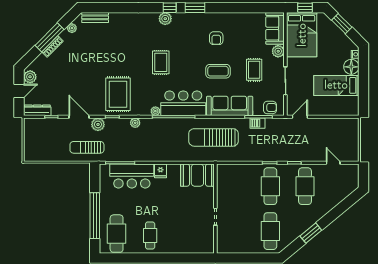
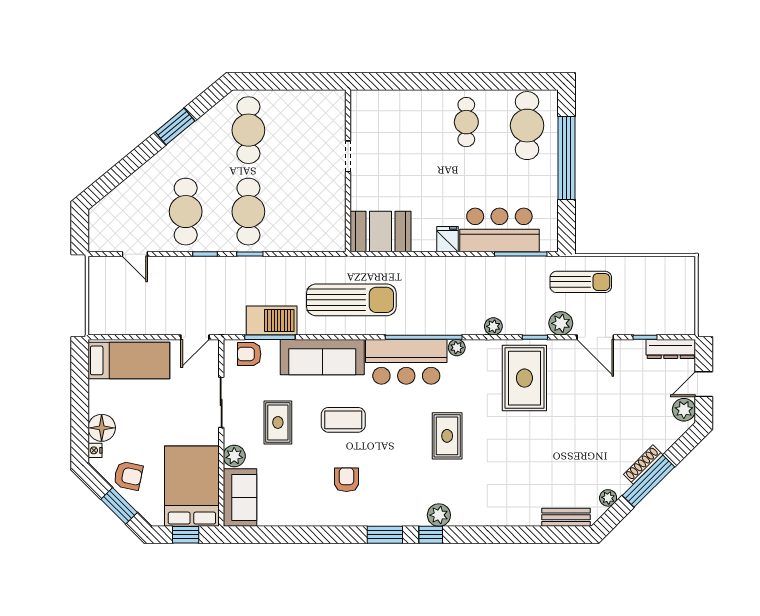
armchair: (337, 40) -> (128, 476), added
bed: (336, 85) -> (129, 360), moved
barbecue: (258, 123) -> (272, 321), width x1.88, depth x1.53

